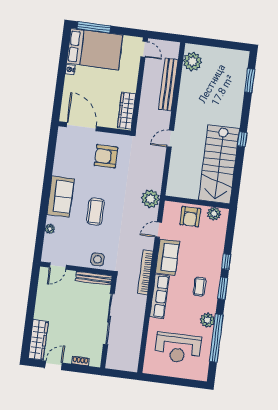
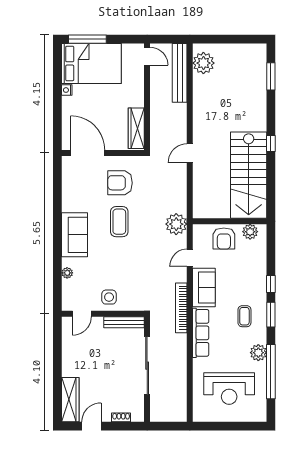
bench: (168, 84) -> (180, 73), moved
coffee table: (95, 212) -> (119, 222), moved
side table: (97, 259) -> (109, 297), moved

